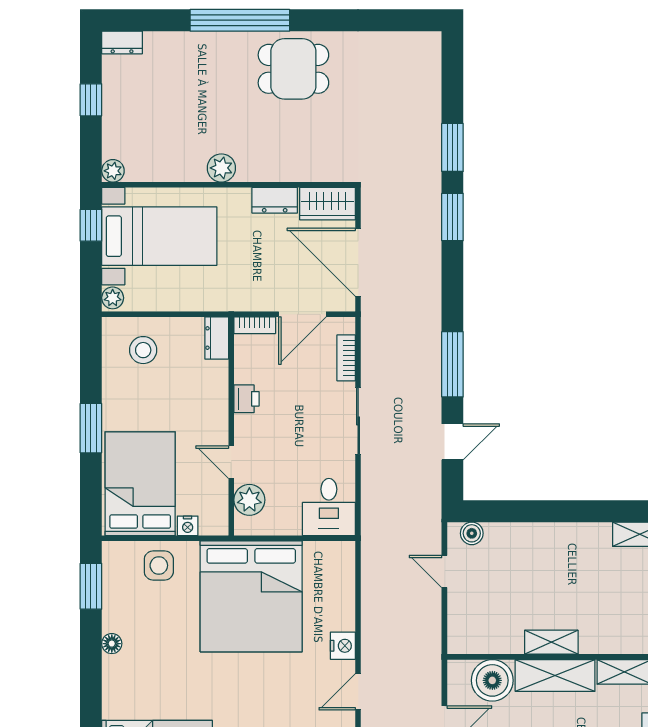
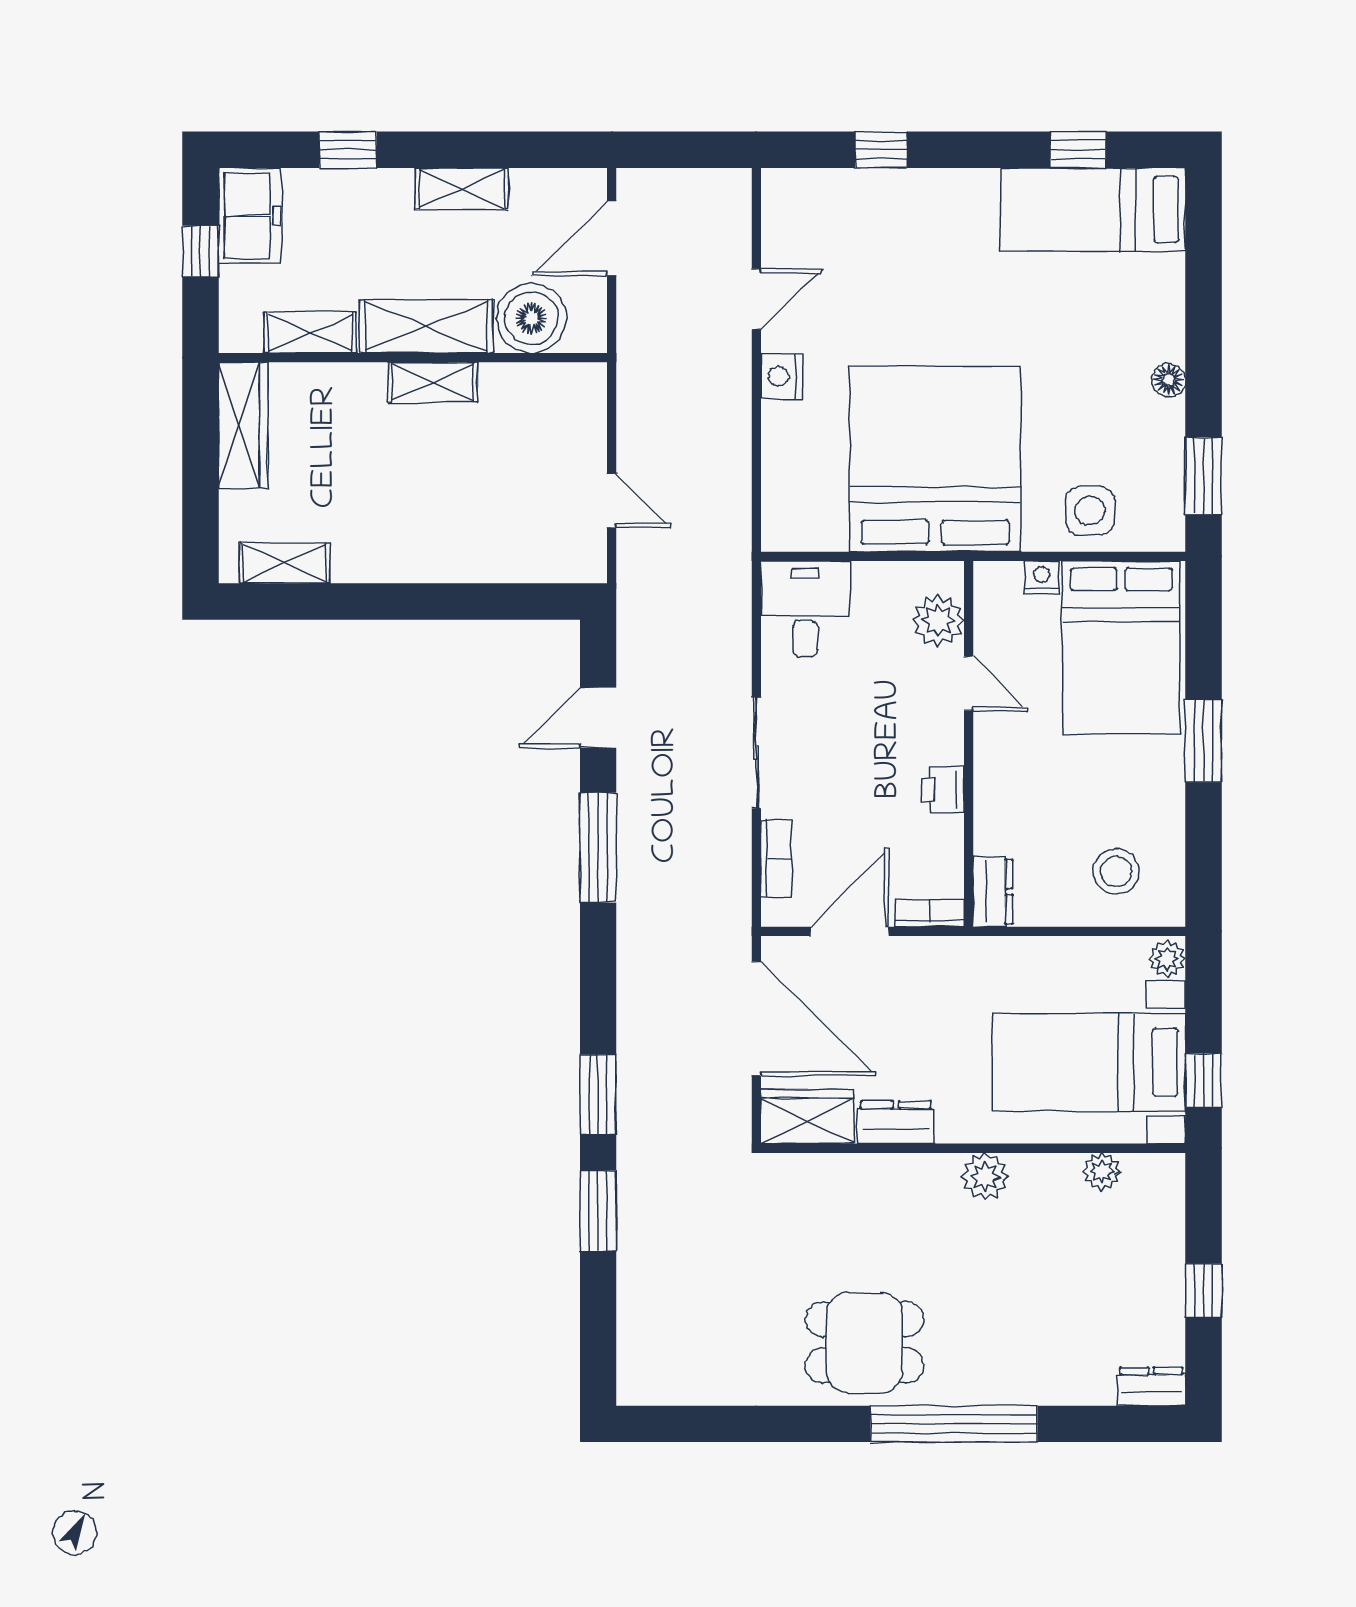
plant: (113, 171) -> (1102, 1172), moved
boiler: (472, 533) -> (566, 565), removed

